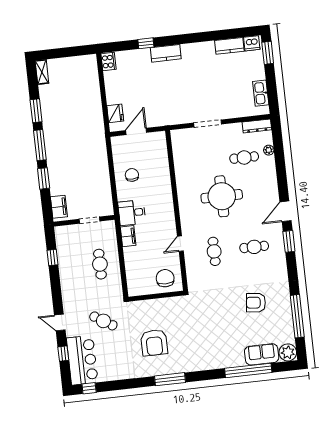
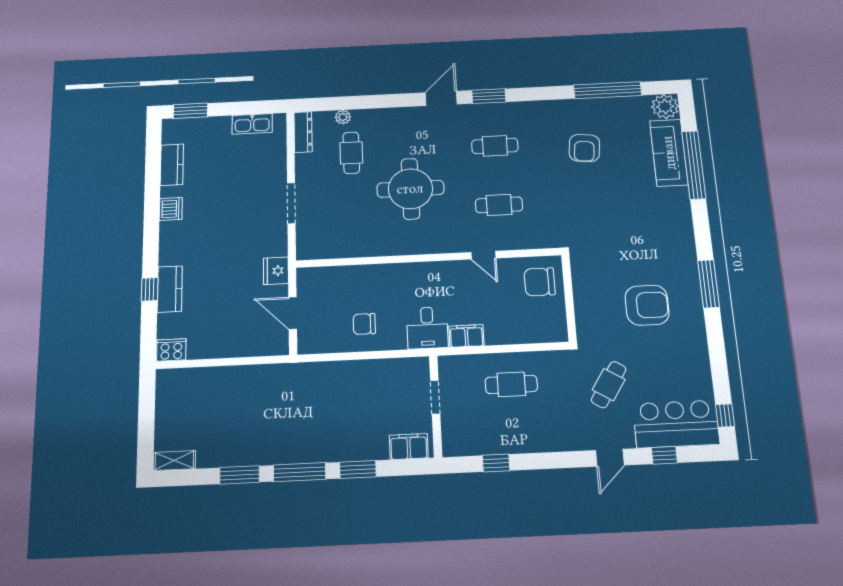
dishwasher: (252, 43) -> (171, 209), moved
kitchen counter: (166, 53) -> (170, 289), moved
fridge: (115, 113) -> (276, 271), moved, turned -90
door: (286, 211) -> (441, 98), swing flipped
cafe table: (254, 247) -> (495, 146), turned 90
sofa: (262, 354) -> (669, 153), width x1.36

